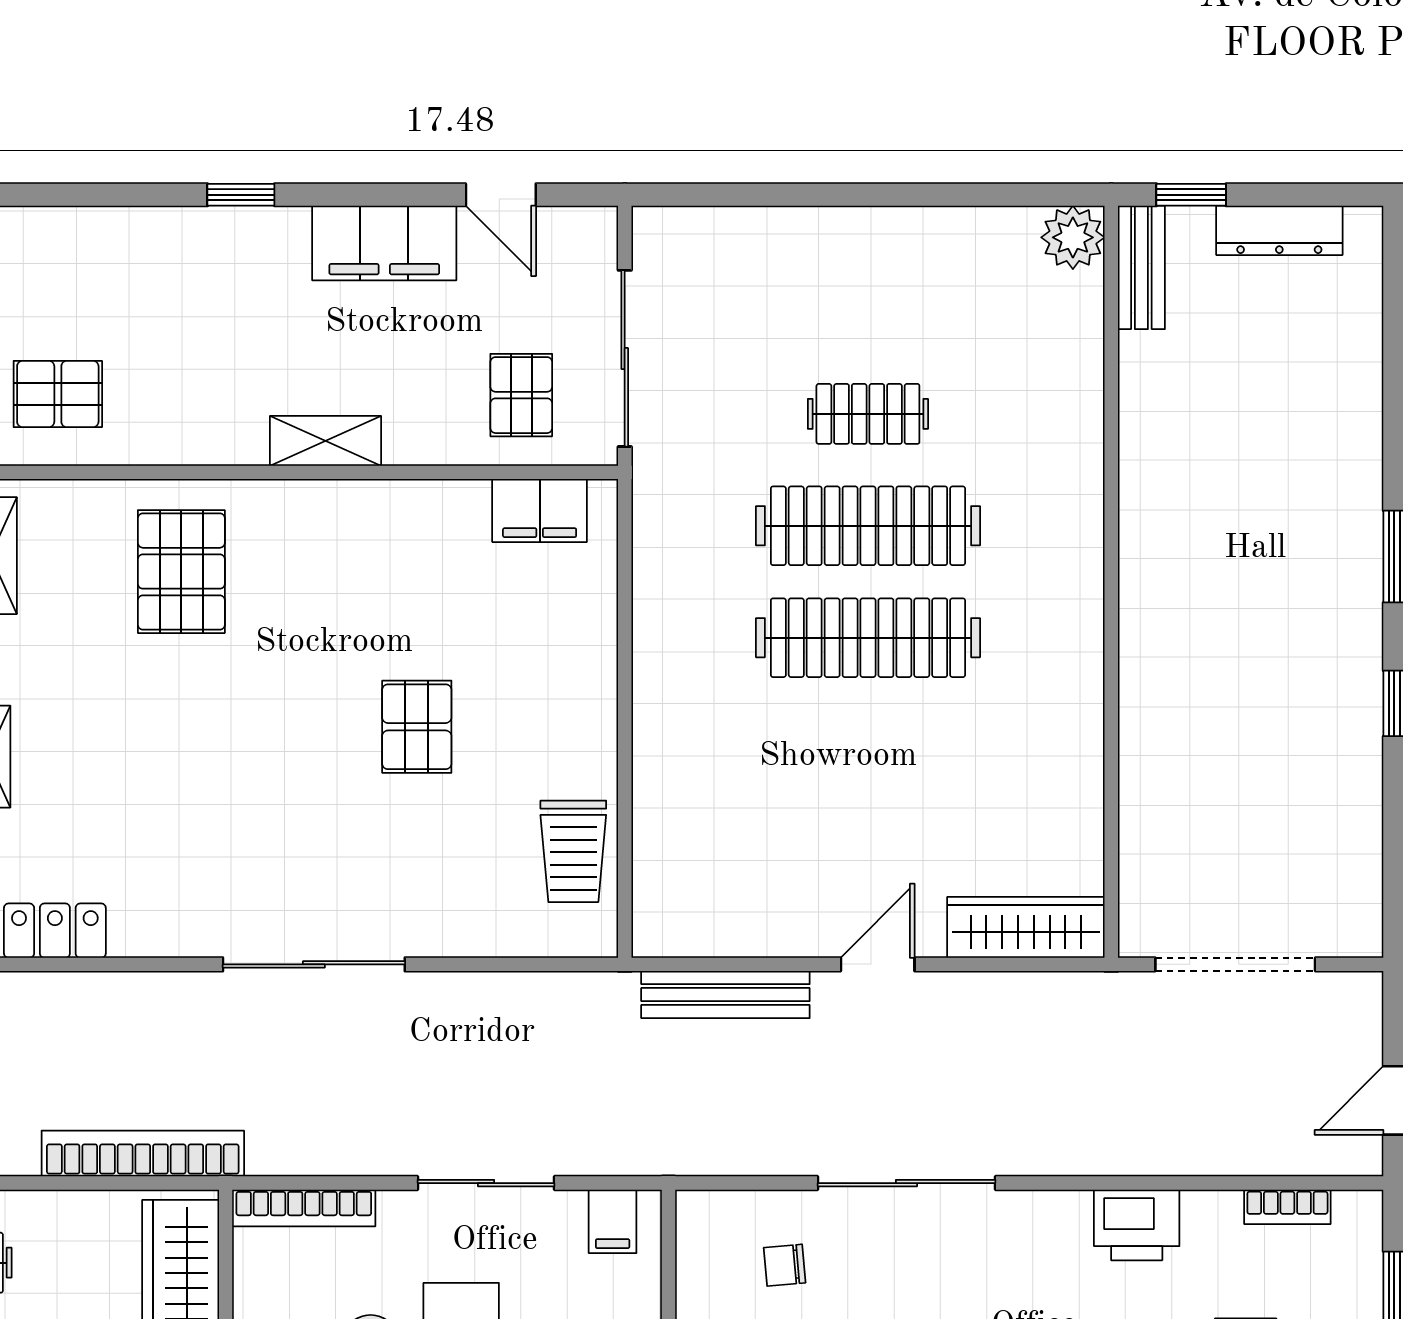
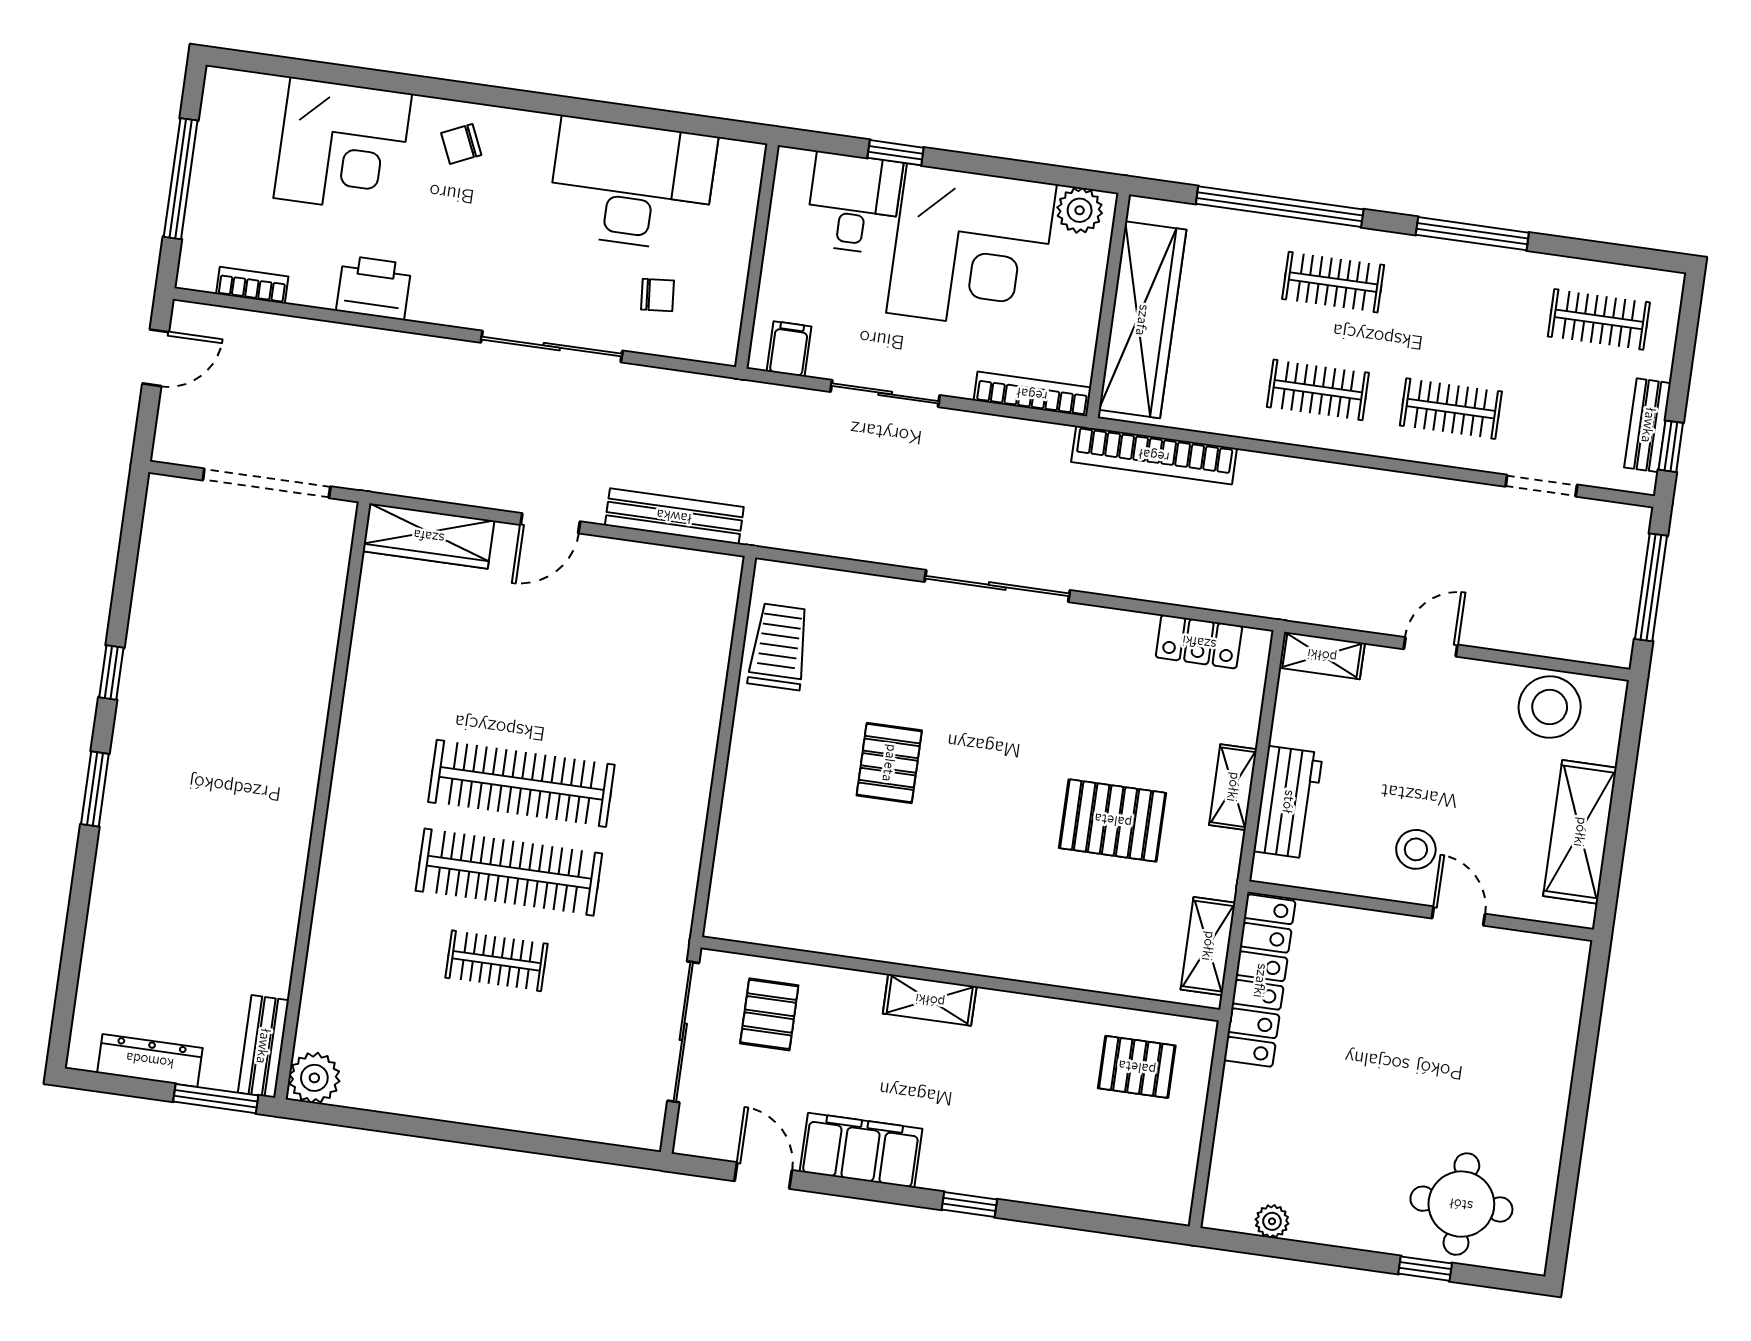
window: (1191, 195) -> (216, 1099), width x1.50
filing cabinet: (540, 511) -> (768, 921), removed
pallet: (181, 572) -> (1113, 820), moved, turned 90

